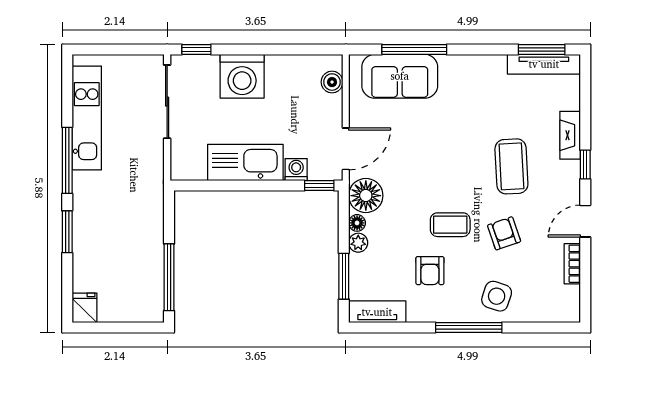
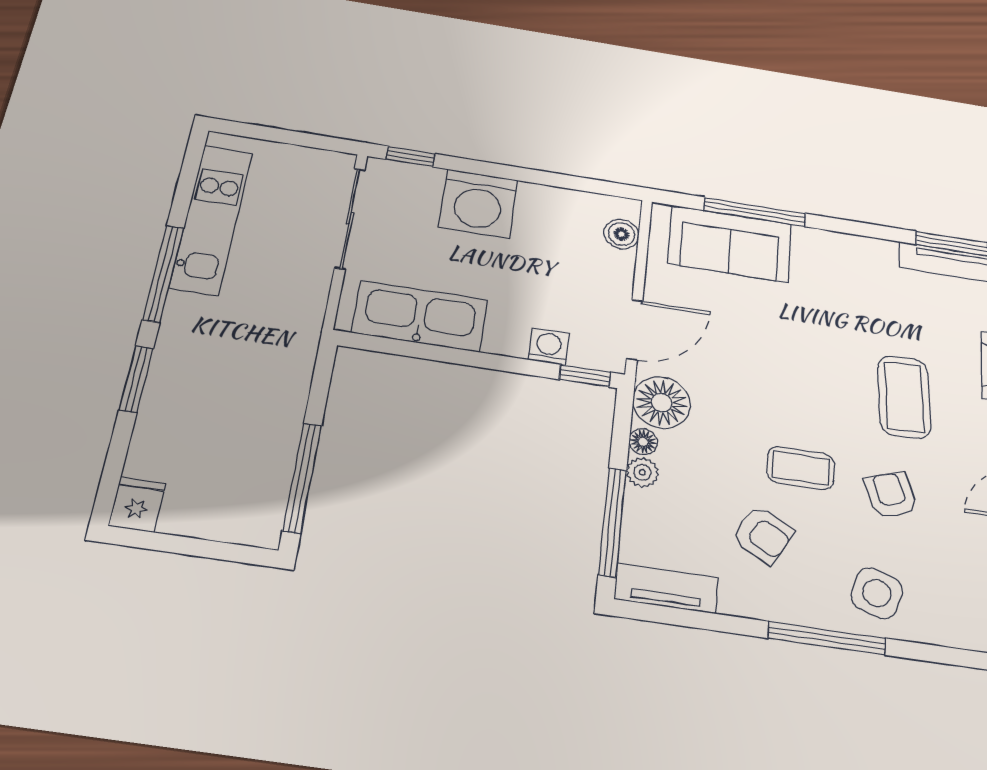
kitchen sink: (245, 162) -> (420, 316), moved
armchair: (430, 271) -> (763, 535), turned -61
window: (344, 276) -> (612, 522), width x1.44

